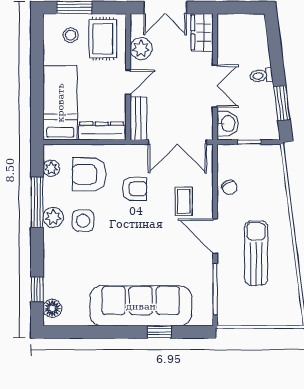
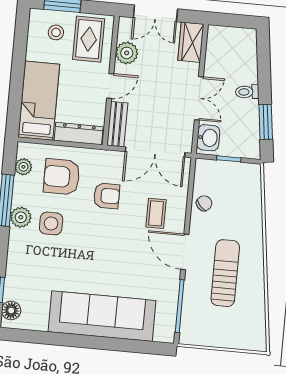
chair: (230, 187) -> (204, 203), turned -103
window: (159, 332) -> (119, 345), removed

